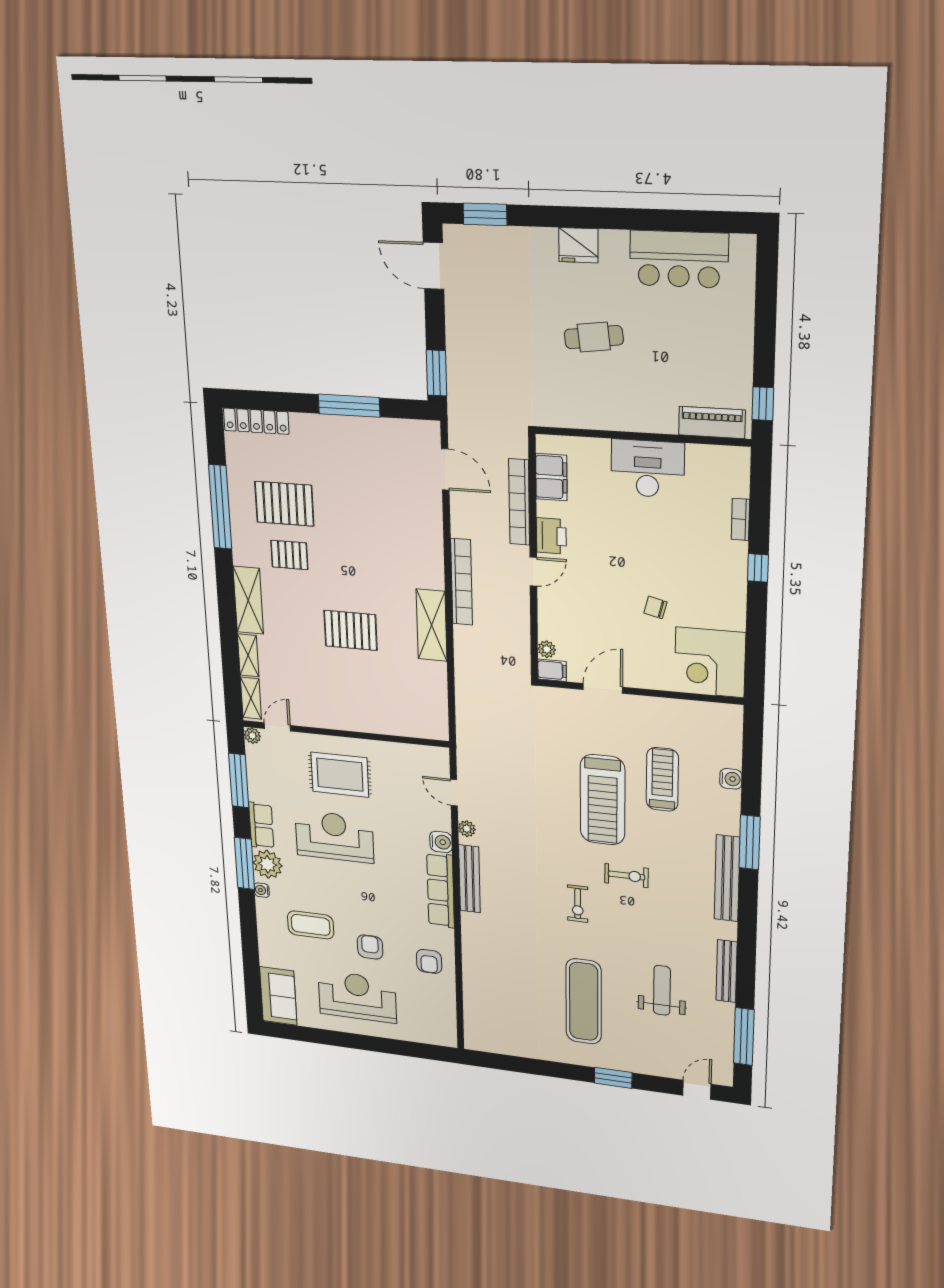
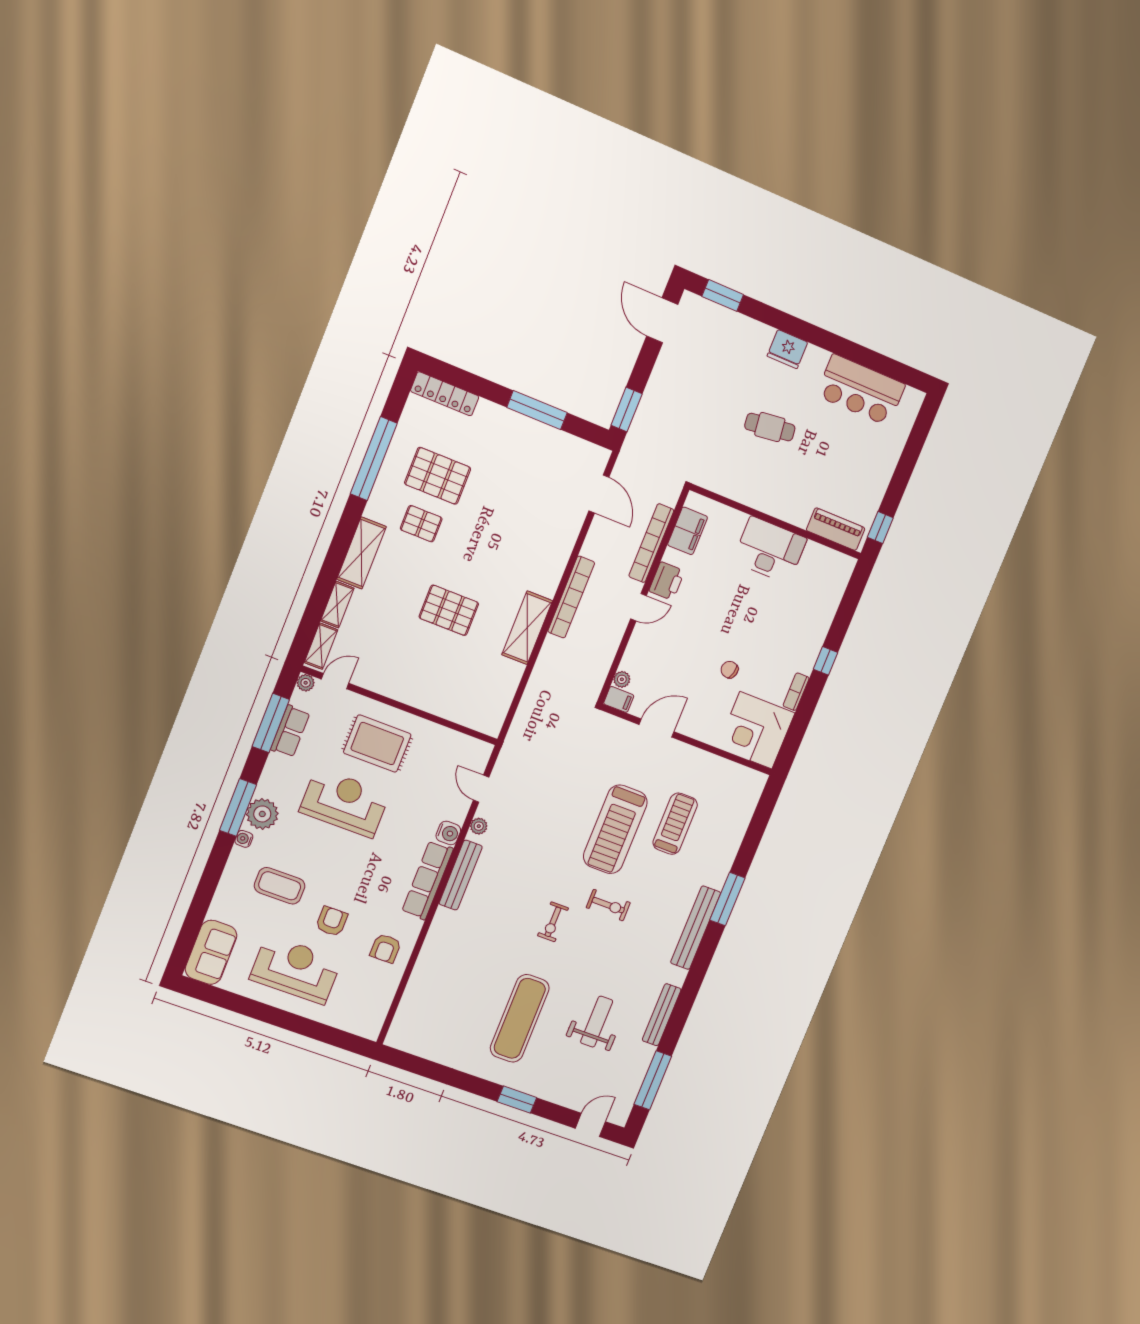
bookcase: (740, 519) -> (796, 692), moved
water cooler: (731, 779) -> (734, 838), removed
row of seats: (261, 825) -> (290, 731), moved

